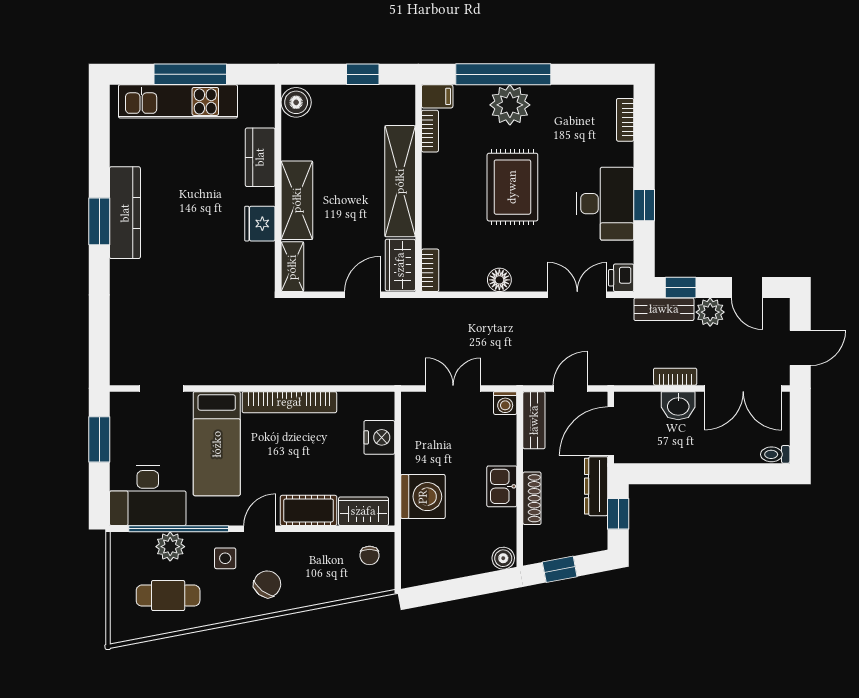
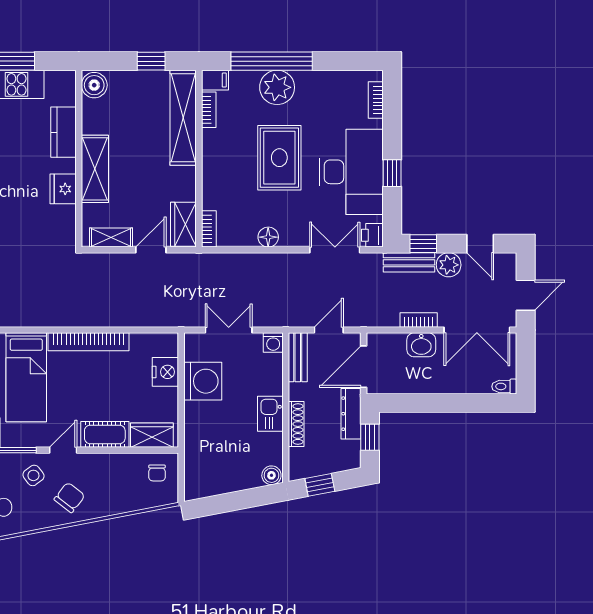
shelving: (400, 181) -> (183, 118), moved
desk: (605, 204) -> (351, 172), width x1.36, depth x1.30
shelving: (292, 267) -> (111, 238), moved, turned 90
washing machine: (423, 497) -> (203, 381), moved
side table: (225, 558) -> (33, 475), turned -37

